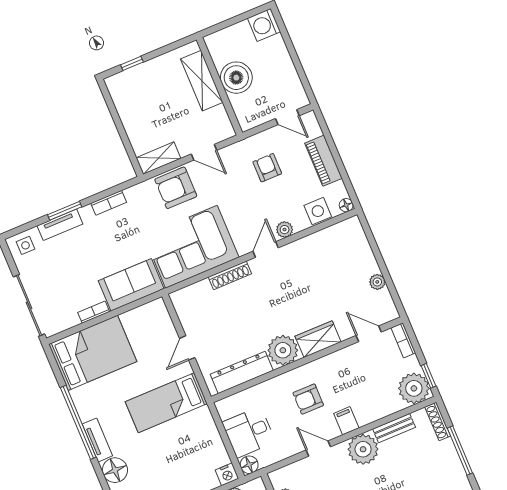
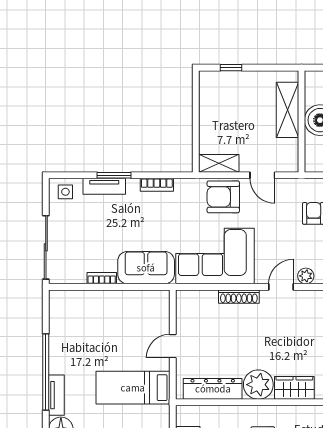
bed: (93, 353) -> (85, 315), removed

